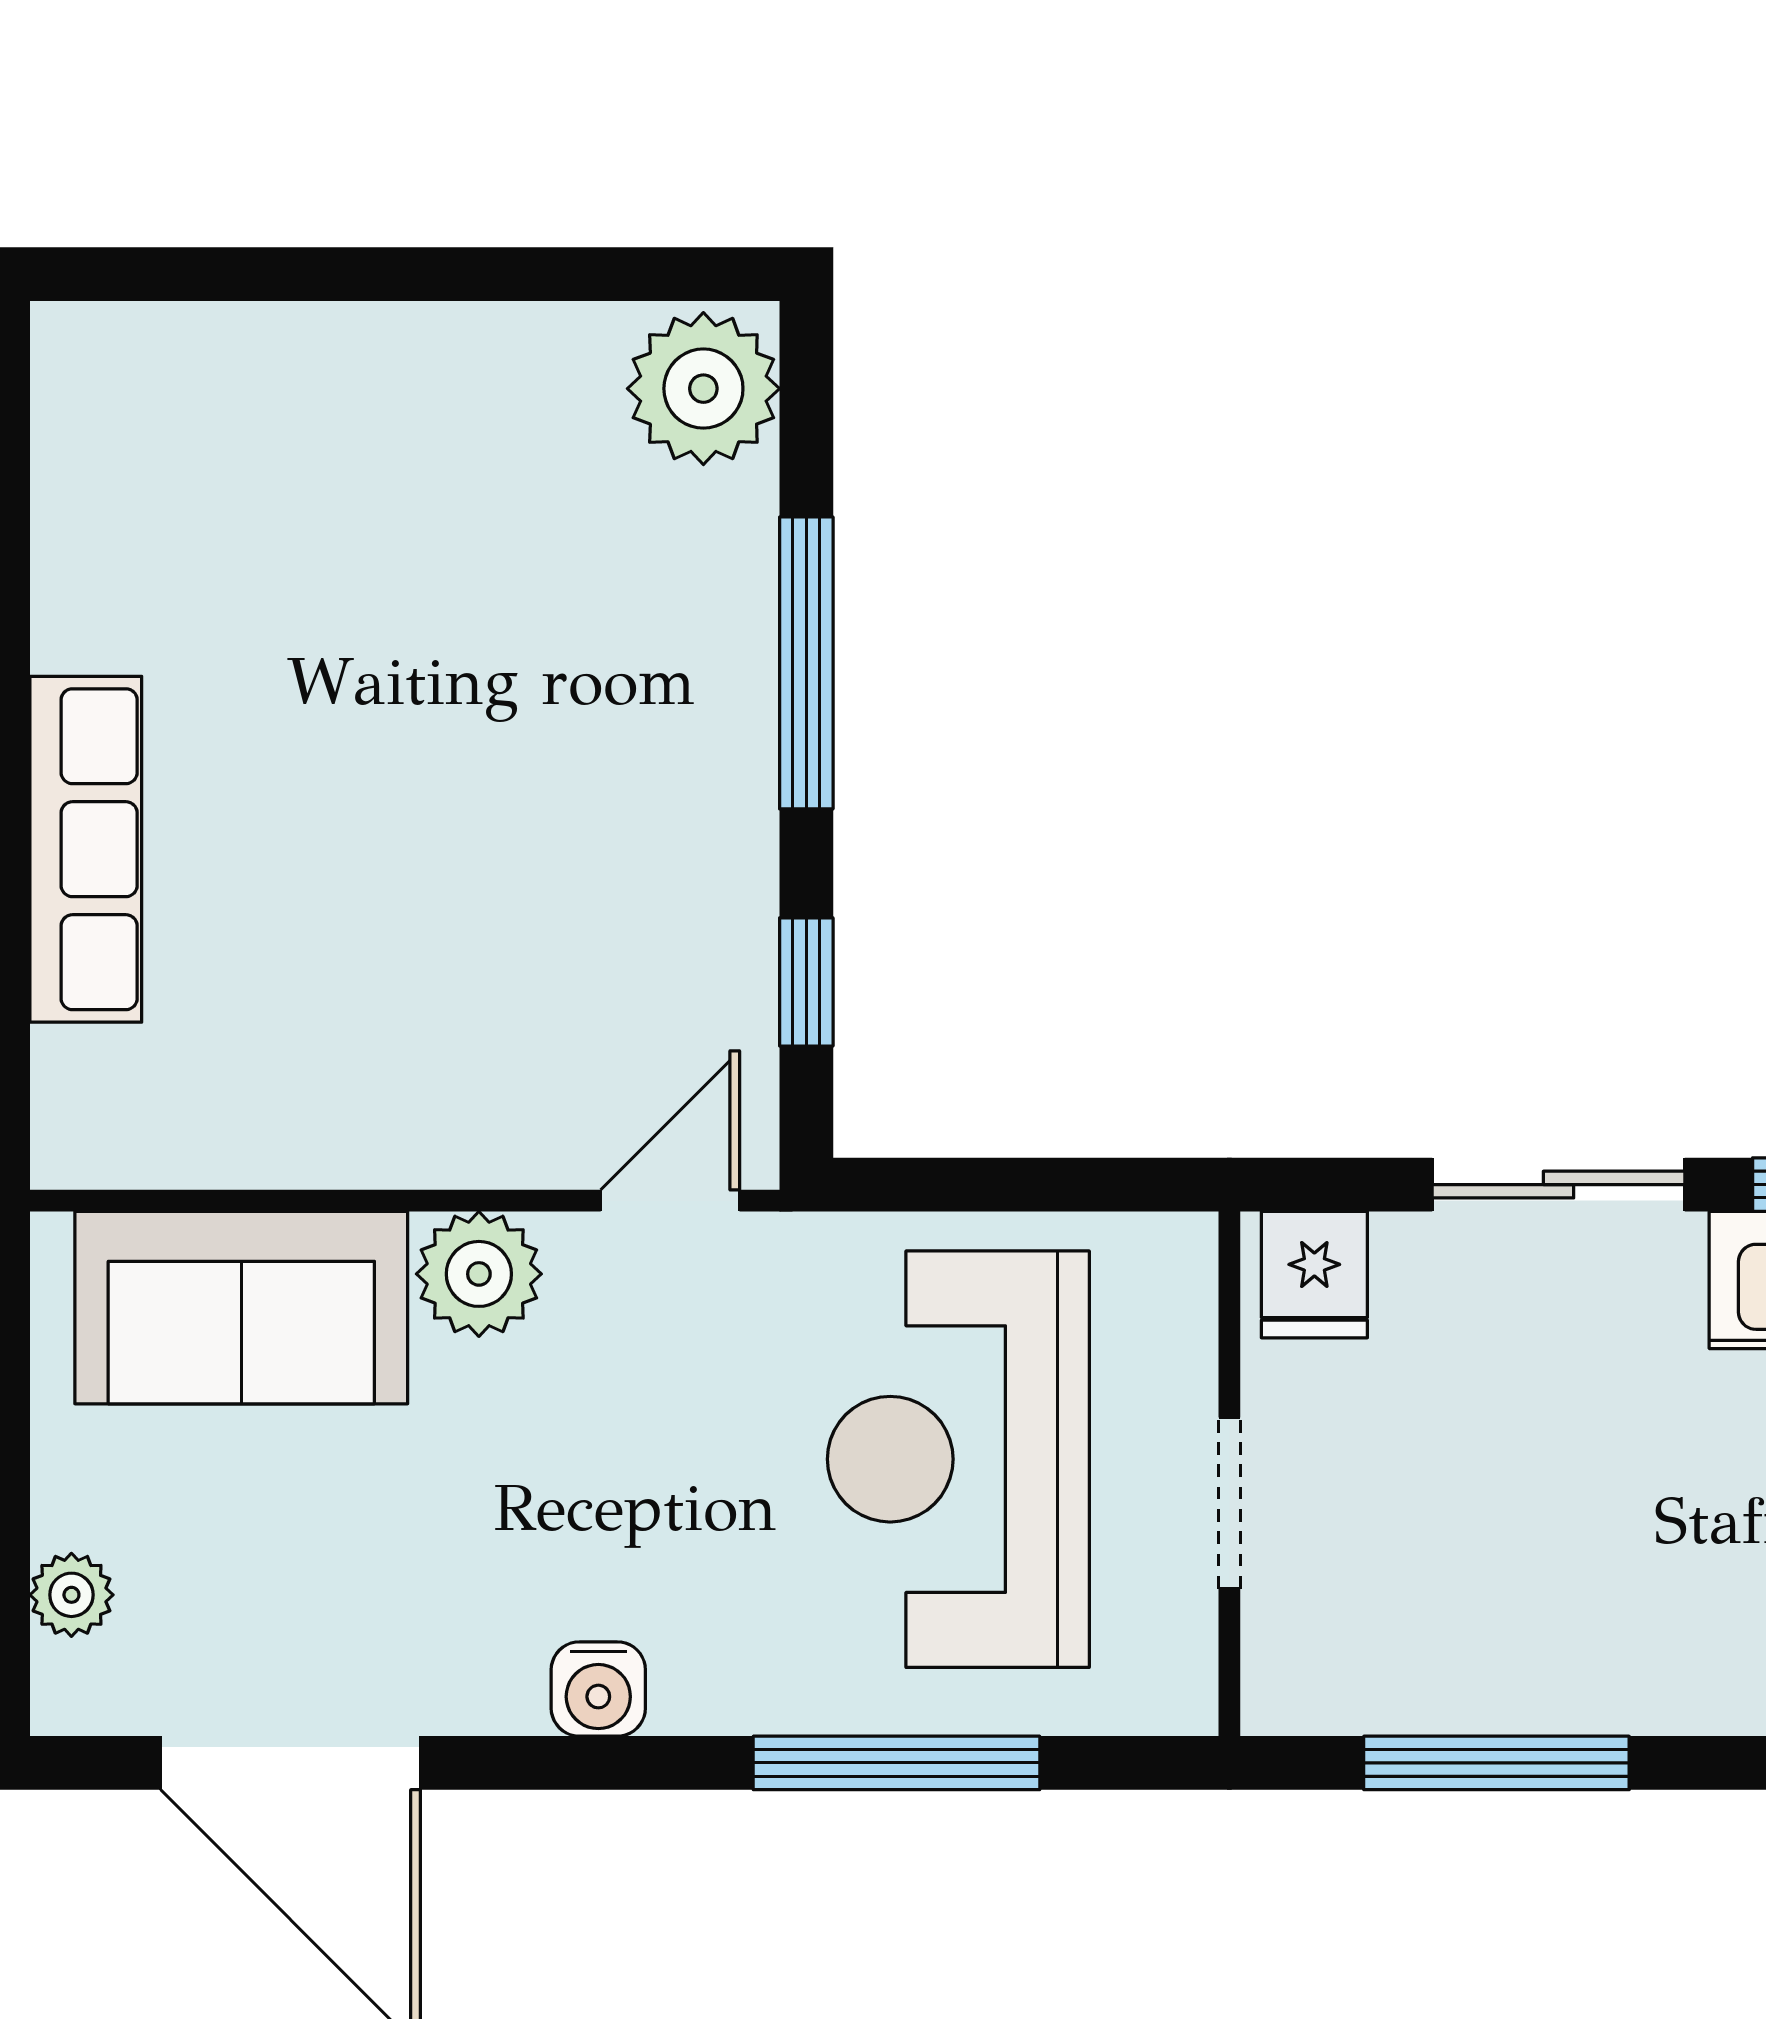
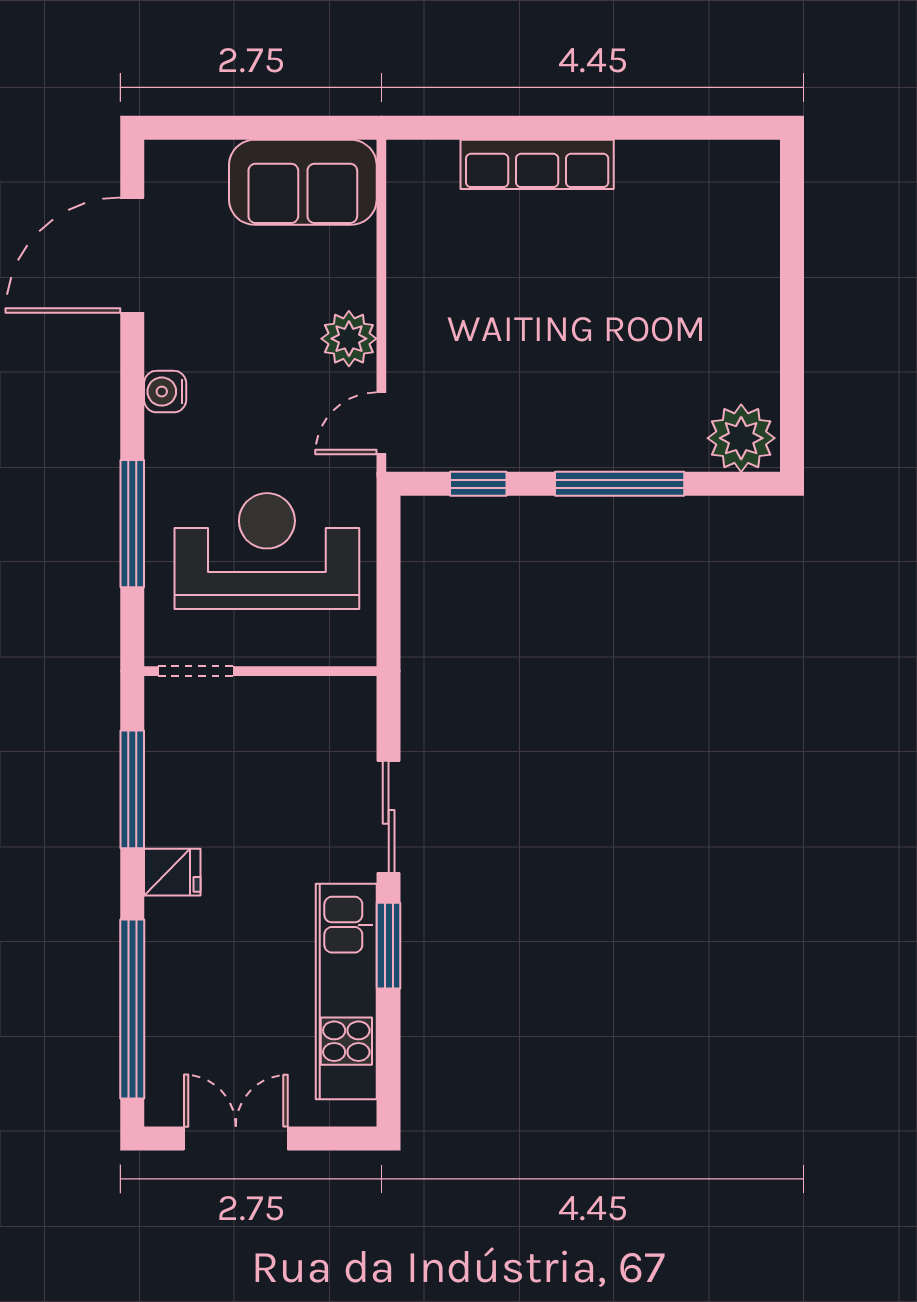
door: (670, 1201) -> (381, 423), swing flipped
fridge: (1314, 1275) -> (172, 872), moved, turned 180
sofa: (241, 1308) -> (303, 182), moved, turned -90
doorway: (1229, 1503) -> (196, 671), moved
plant: (71, 1595) -> (207, 158), removed

